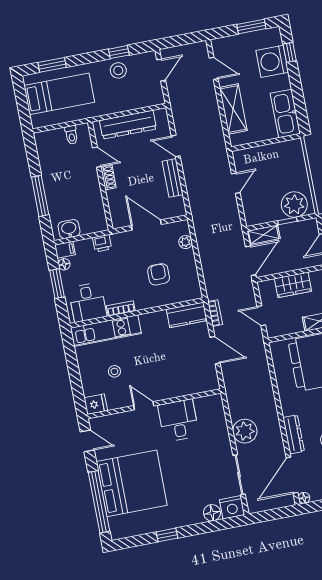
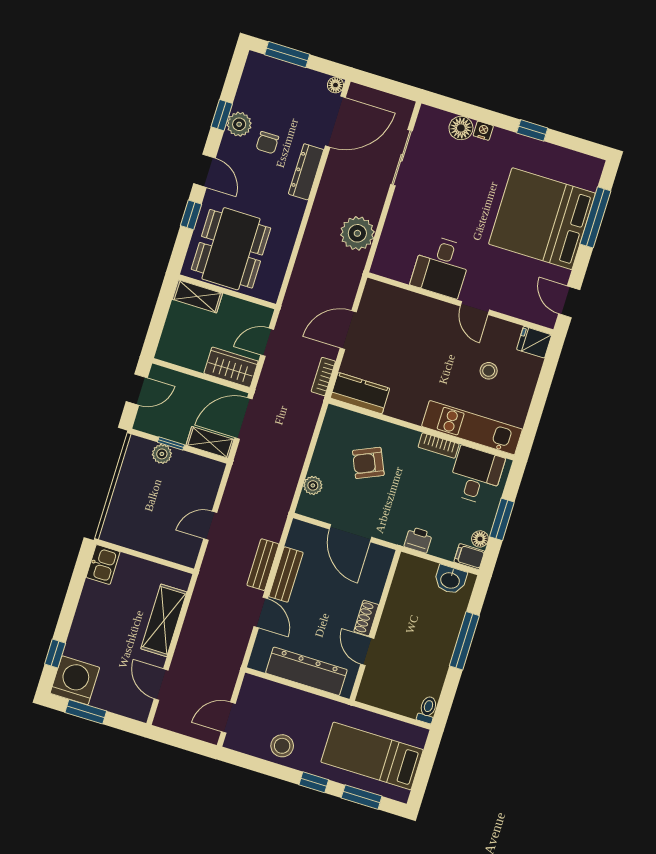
window: (119, 52) -> (314, 782), moved
washing machine: (272, 61) -> (75, 680), moved, turned -90
kitchen sink: (285, 113) -> (103, 565), width x0.53, depth x0.81
toilet: (71, 135) -> (427, 710), moved
bench: (190, 176) -> (263, 565), added
plant: (294, 205) -> (162, 454), width x0.53, depth x0.53
armchair: (159, 274) -> (368, 463), turned 66
wardrobe: (293, 285) -> (231, 367), moved
door: (261, 316) -> (267, 342), swing flipped
door: (215, 350) -> (348, 330), hinge flipped
plant: (245, 431) -> (357, 233), moved
window: (99, 502) -> (595, 217), width x0.68
nightstand: (232, 507) -> (483, 131), moved, width x0.53, depth x0.56

